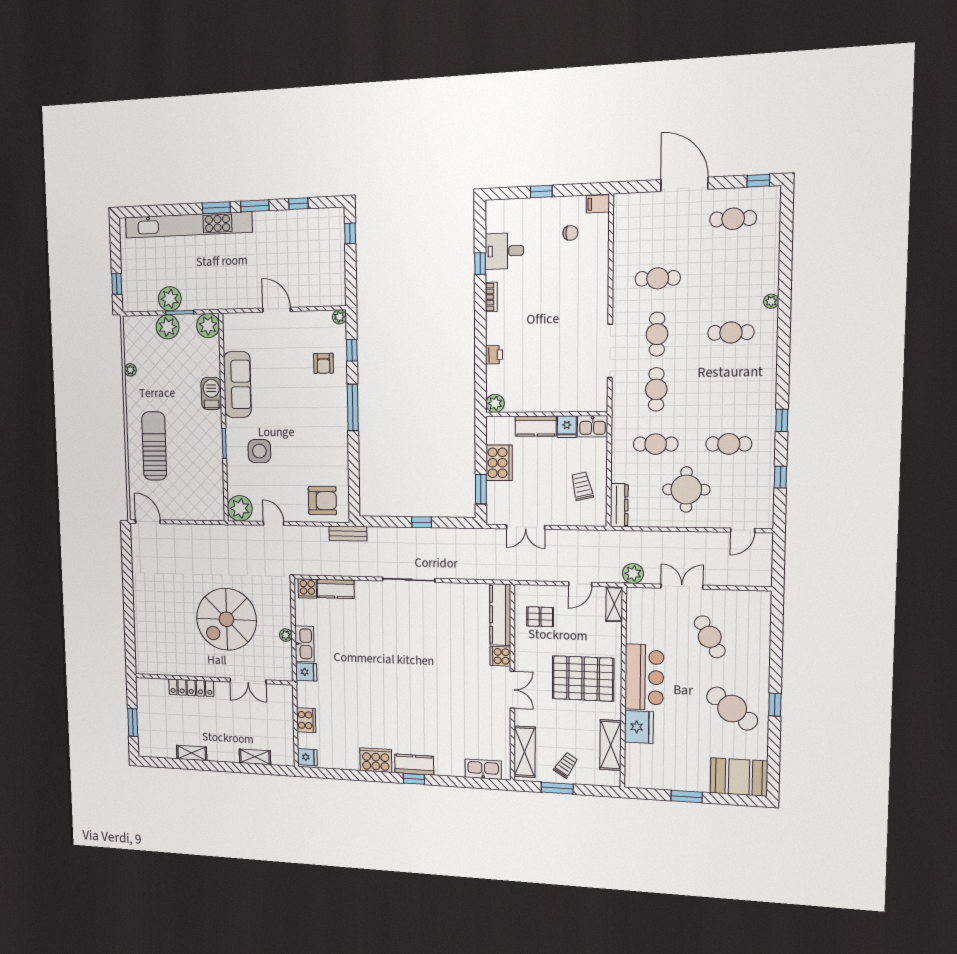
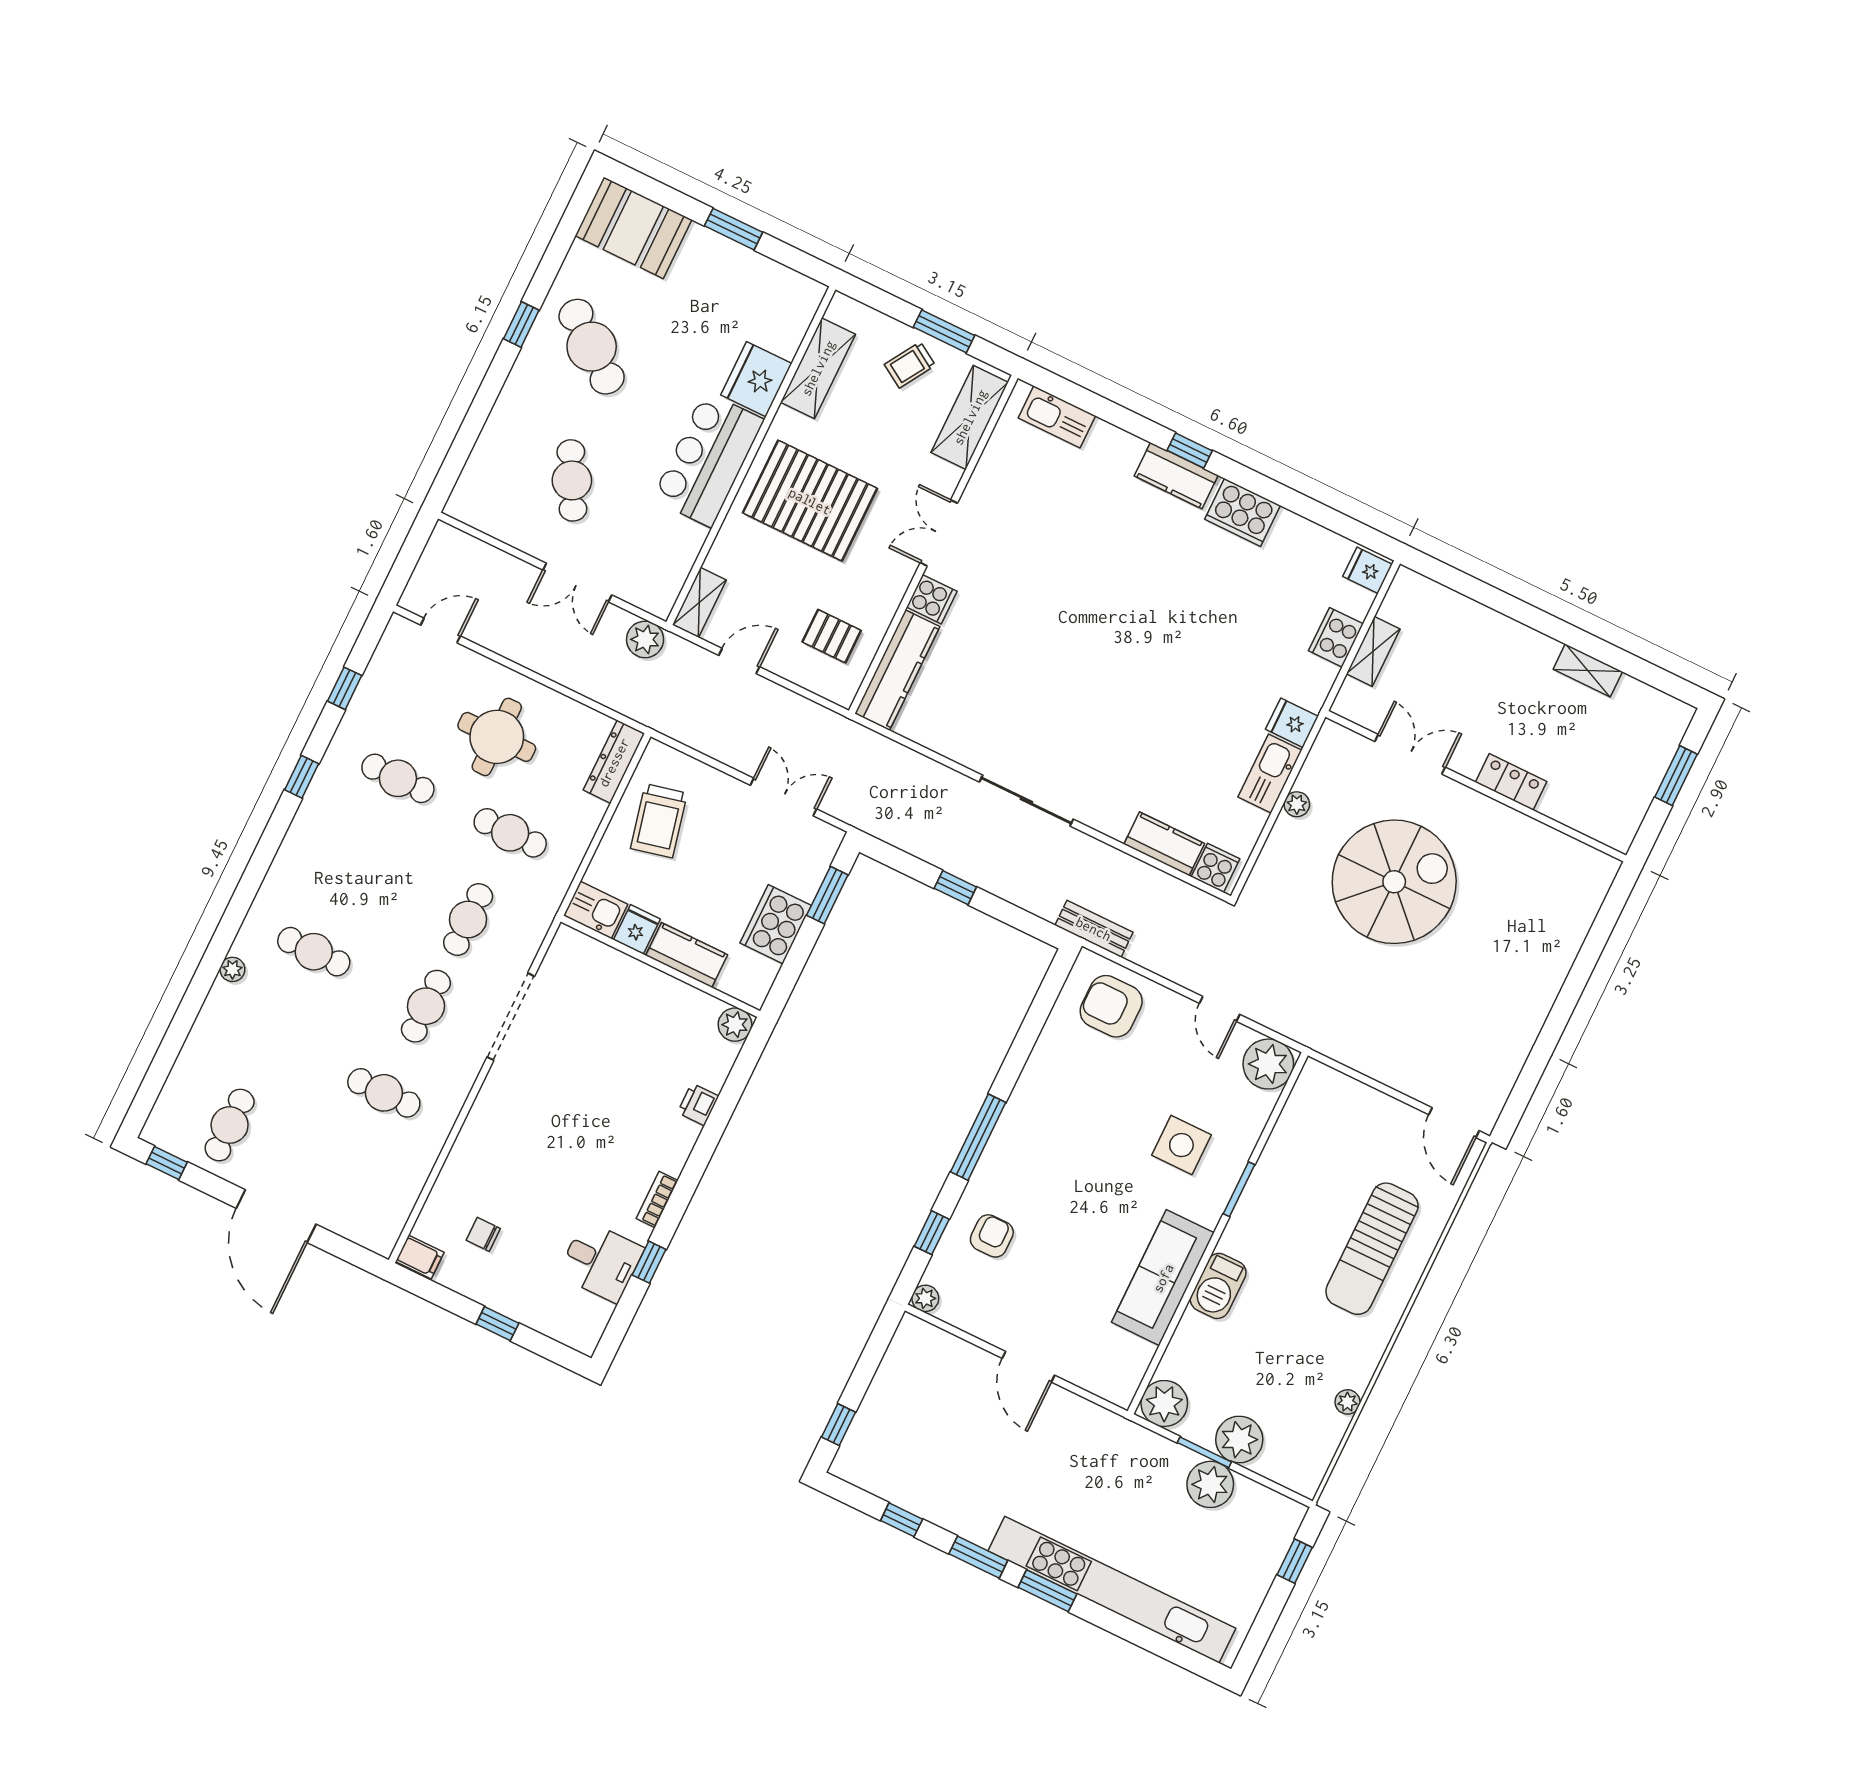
cafe table: (733, 219) -> (230, 1125), turned 90
trolley: (582, 486) -> (659, 821), width x1.36, depth x1.39
locker: (191, 688) -> (1511, 782), width x0.66
shelving: (255, 757) -> (1373, 651), moved, turned 90

